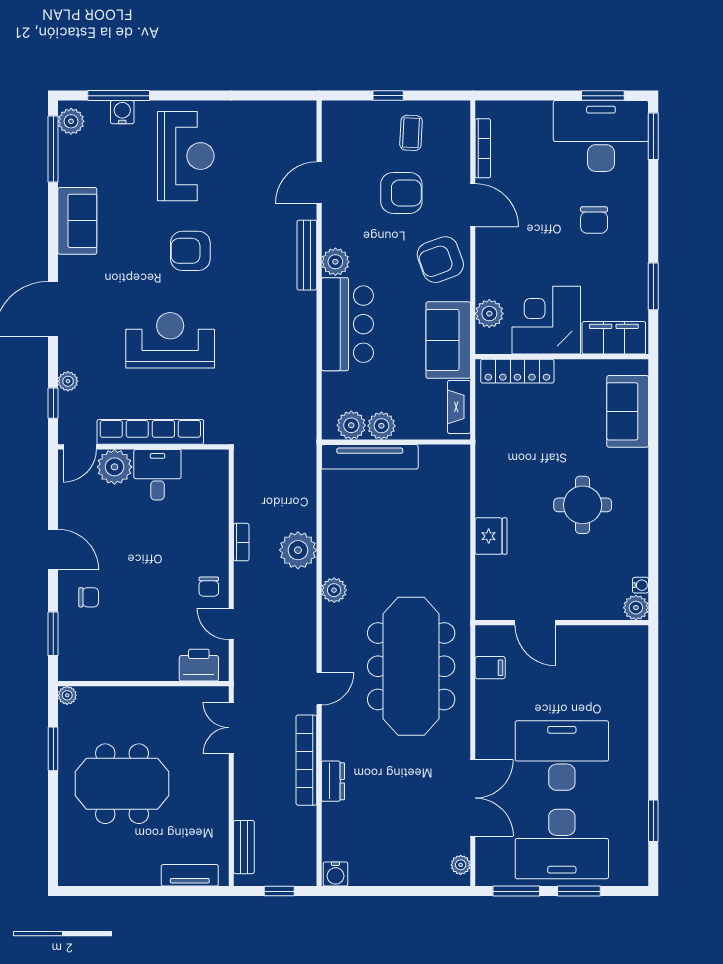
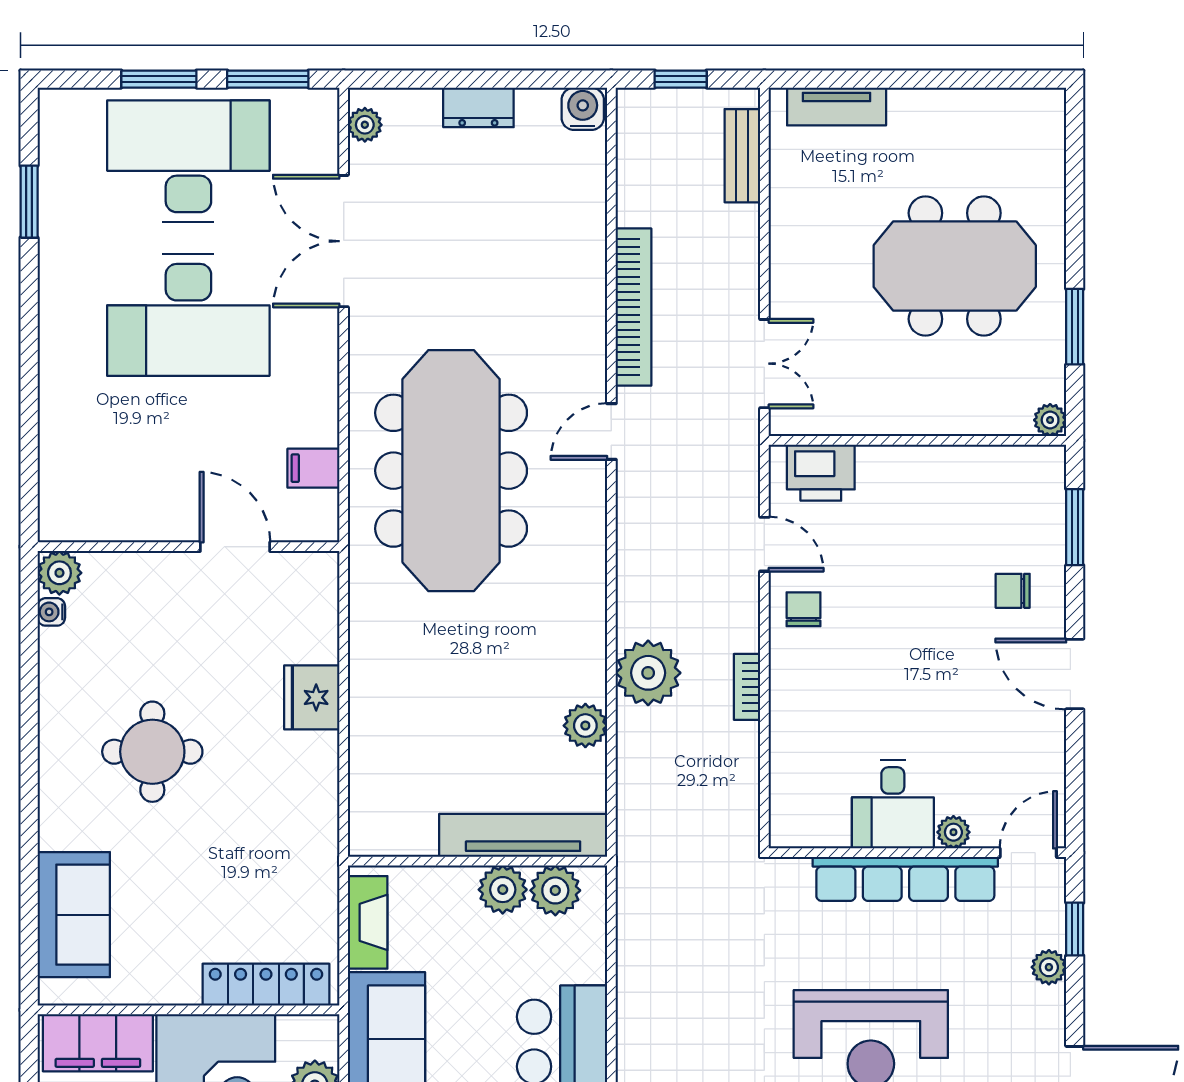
plant: (115, 467) -> (953, 832), width x0.53, depth x0.53
plant: (334, 590) -> (585, 726), moved
dresser: (333, 781) -> (478, 107), moved, turned -90

